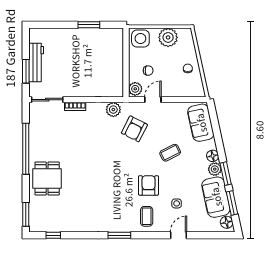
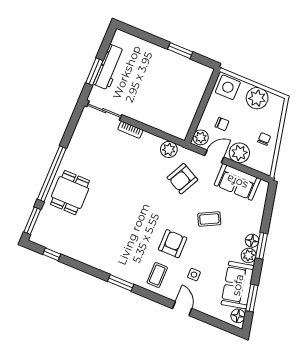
plant: (172, 88) -> (239, 153), added
sofa: (201, 123) -> (237, 182), moved, turned -78
window: (26, 149) -> (52, 174), moved
window: (226, 174) -> (261, 246), moved
door: (179, 235) -> (182, 309), hinge flipped

